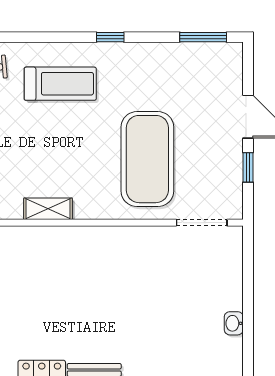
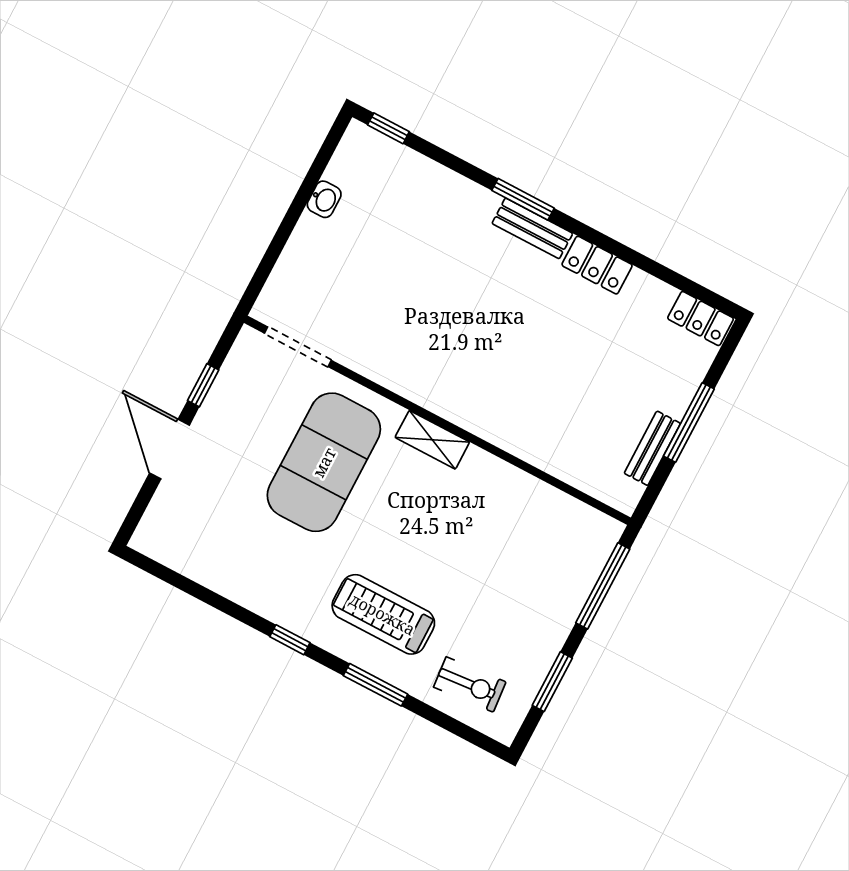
window: (203, 37) -> (375, 685), moved
shelving: (48, 209) -> (432, 440), moved

